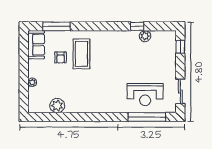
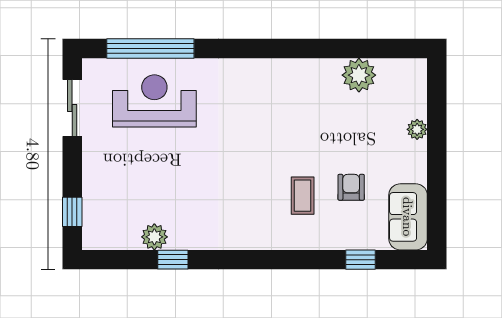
window: (57, 26) -> (360, 260), width x0.46
coffee table: (81, 54) -> (303, 196), width x0.54, depth x0.58

